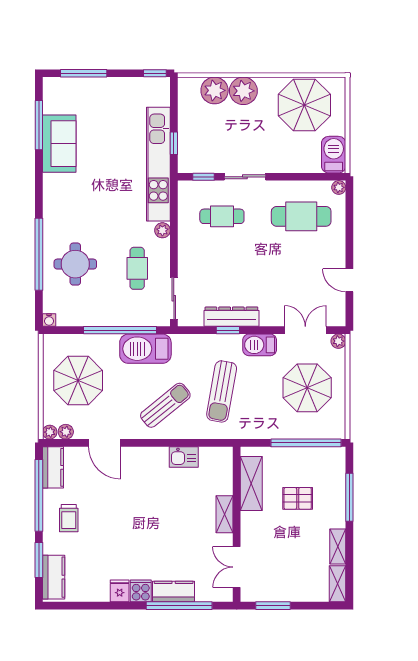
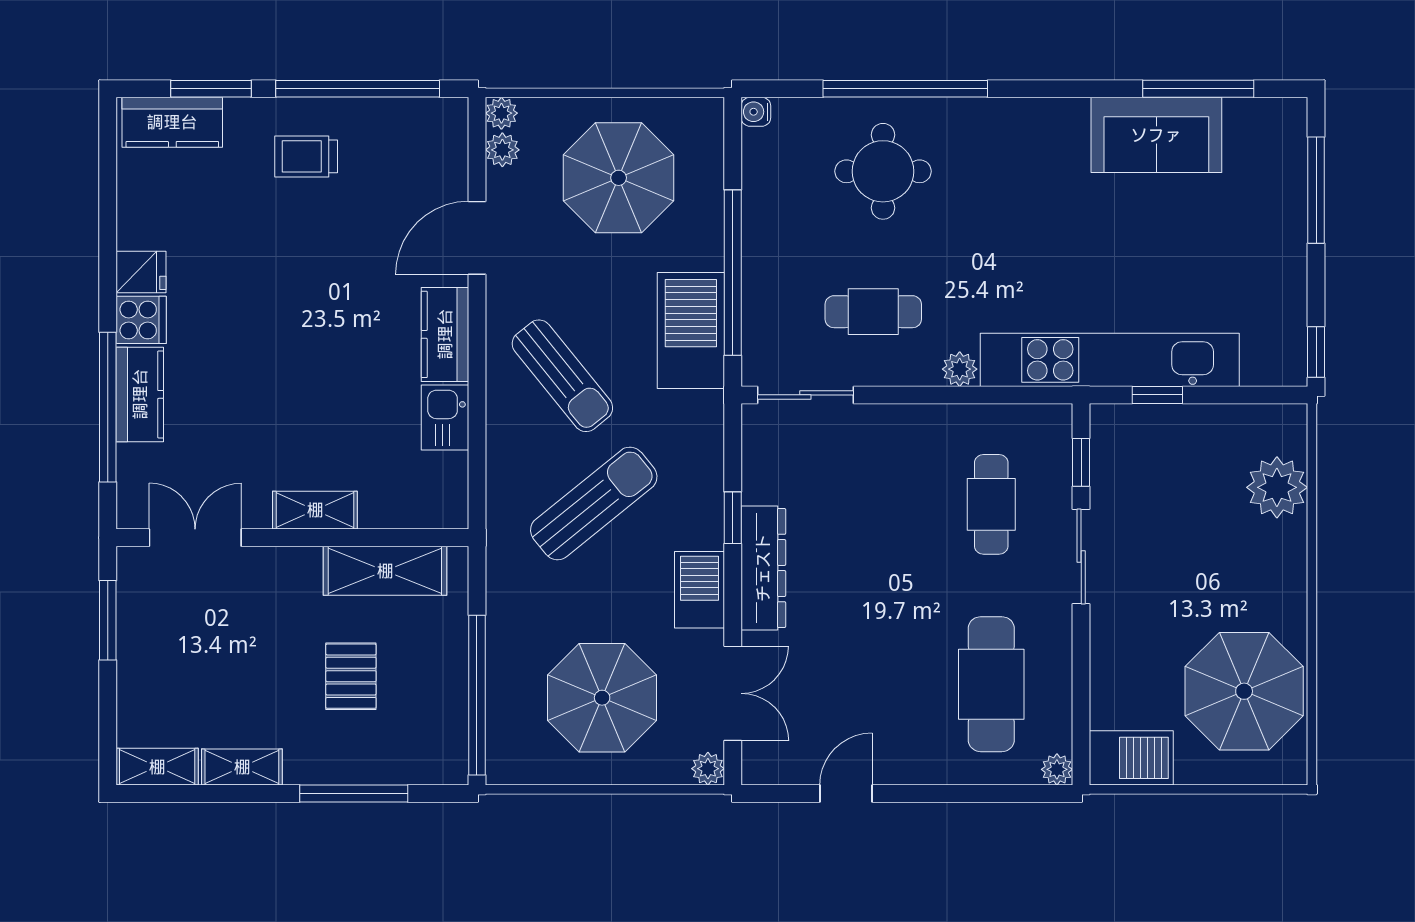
plant: (243, 91) -> (1276, 553), removed
dresser: (231, 317) -> (763, 568), moved
sun lounger: (222, 391) -> (594, 503), turned 131
kitchen counter: (53, 467) -> (445, 334), moved, turned 90

